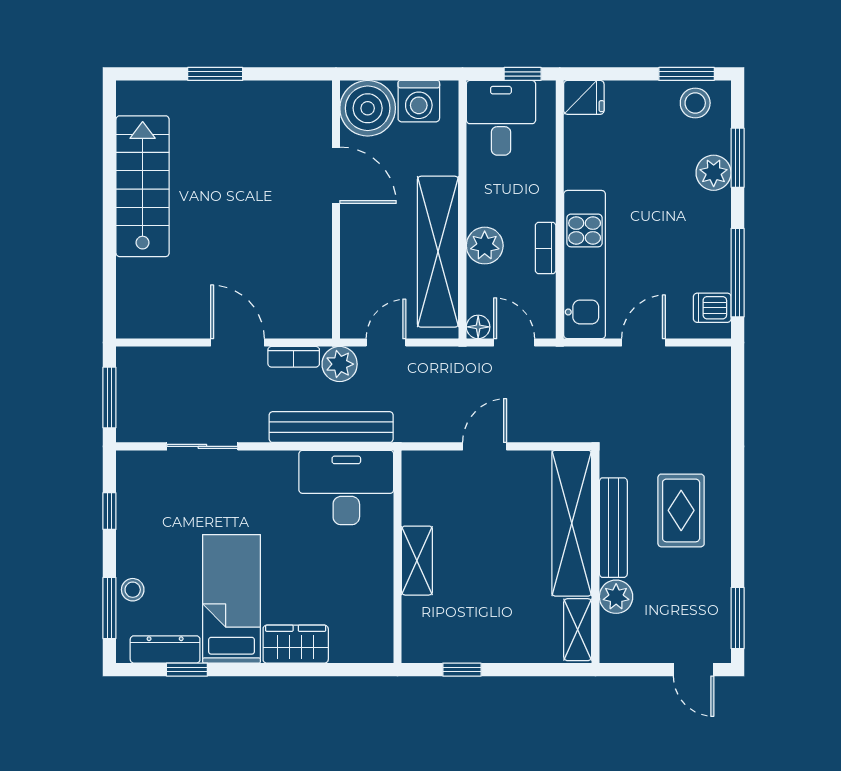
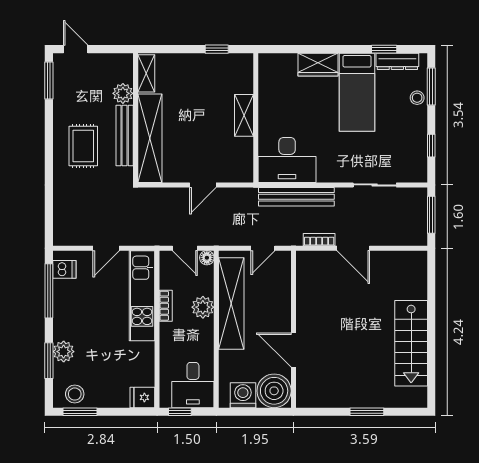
plant: (340, 364) -> (291, 235), removed

